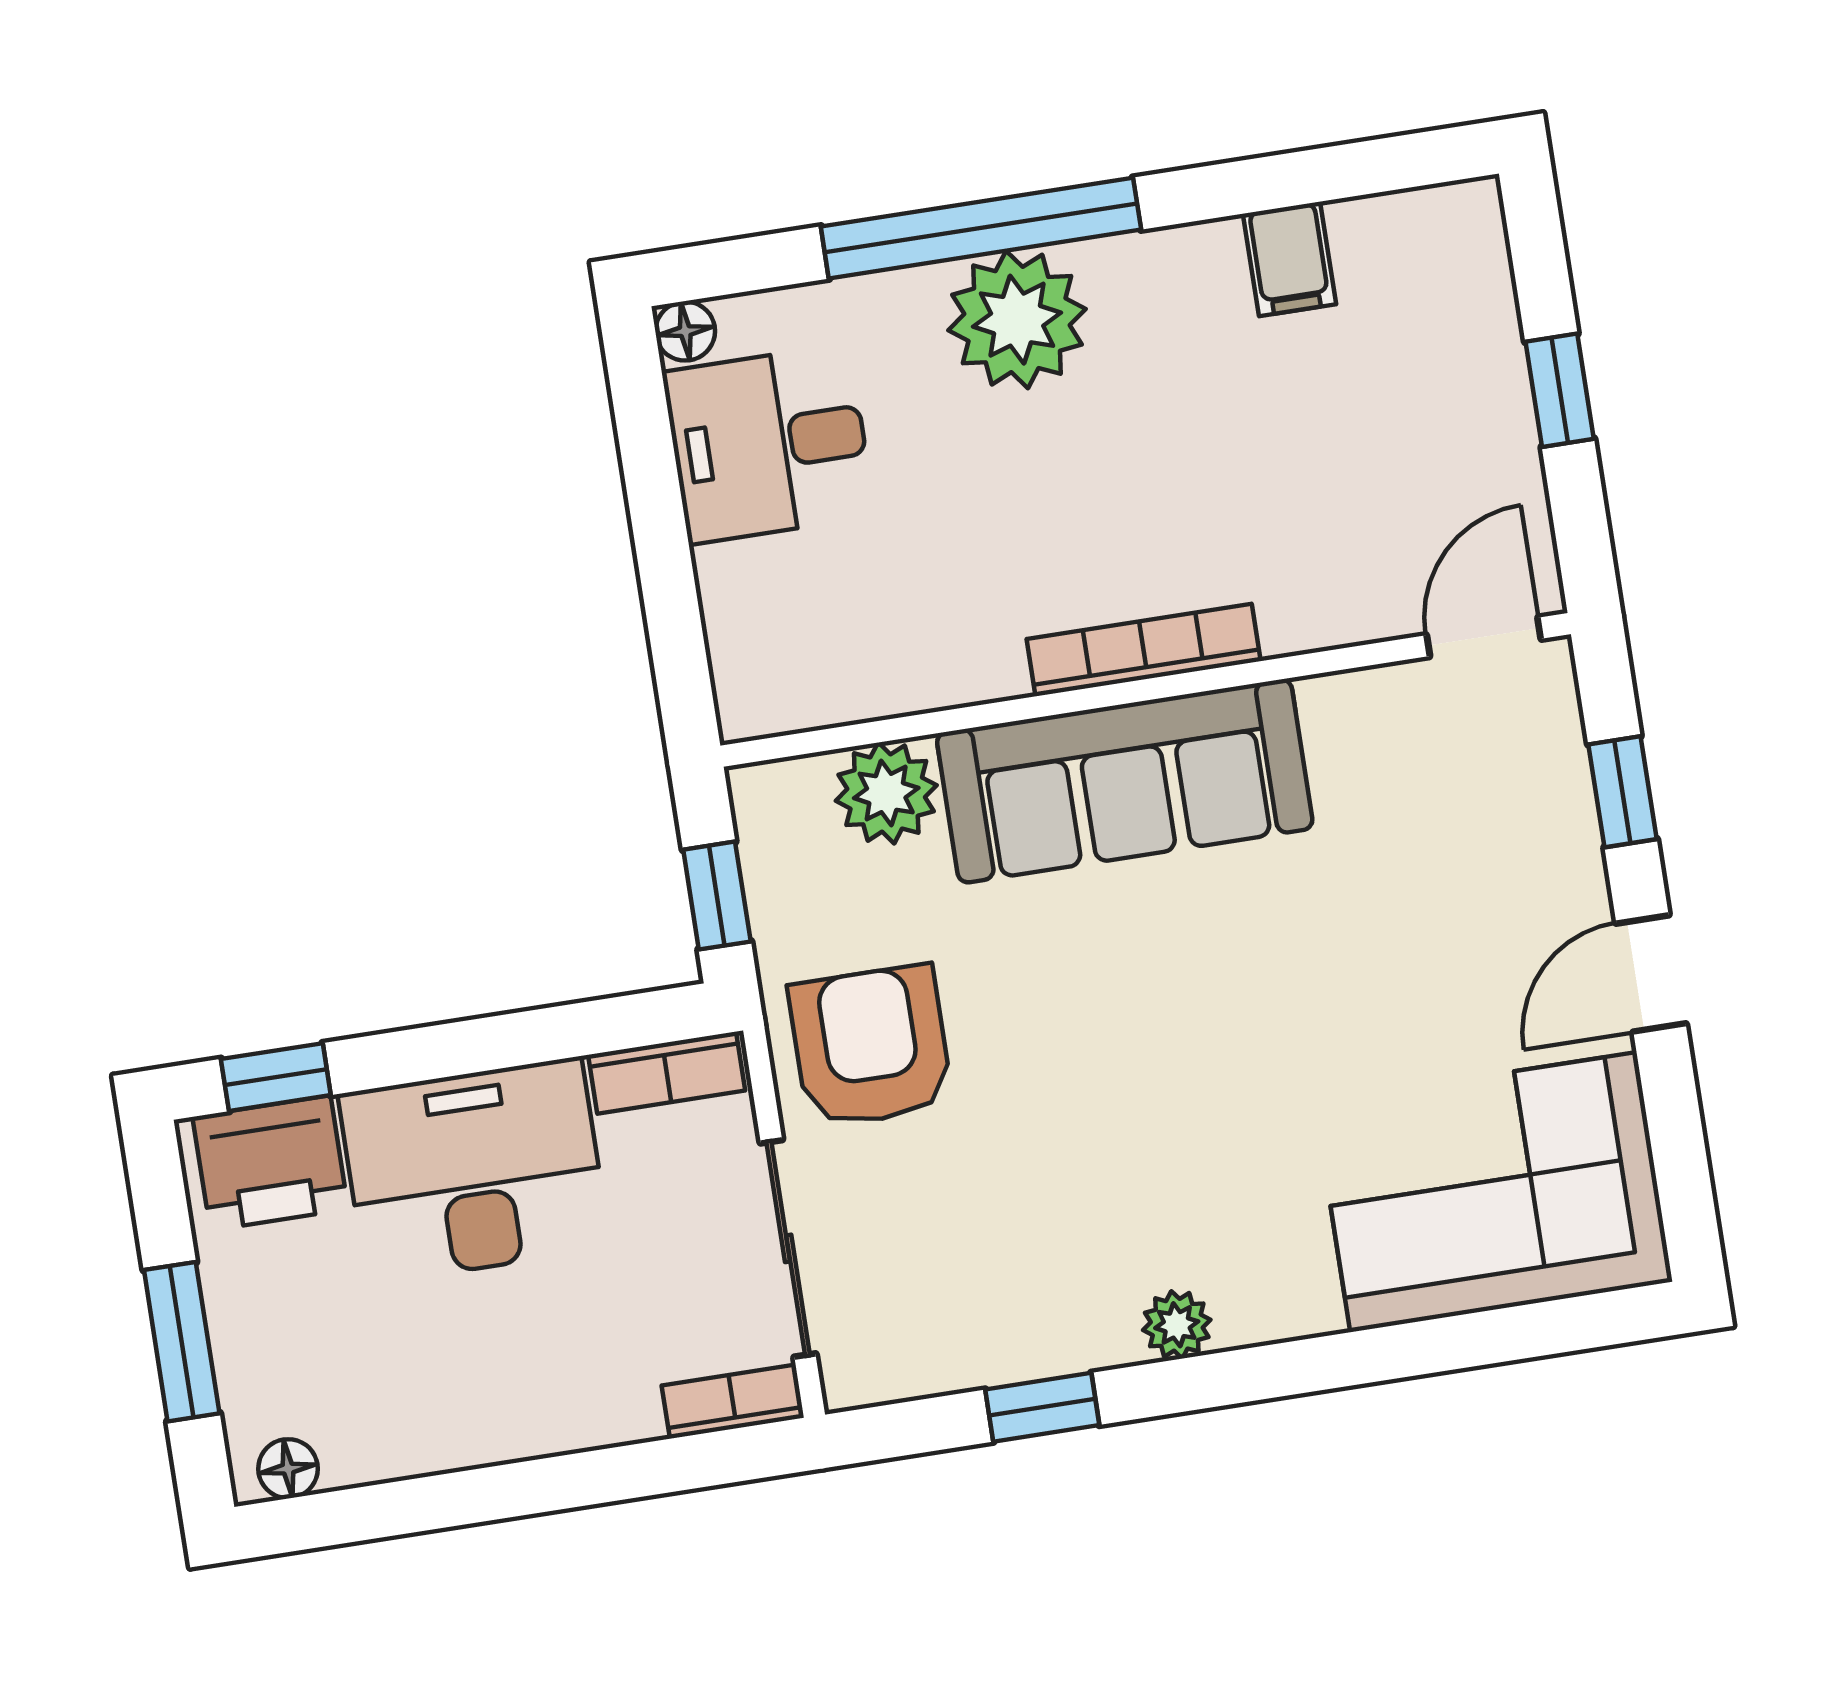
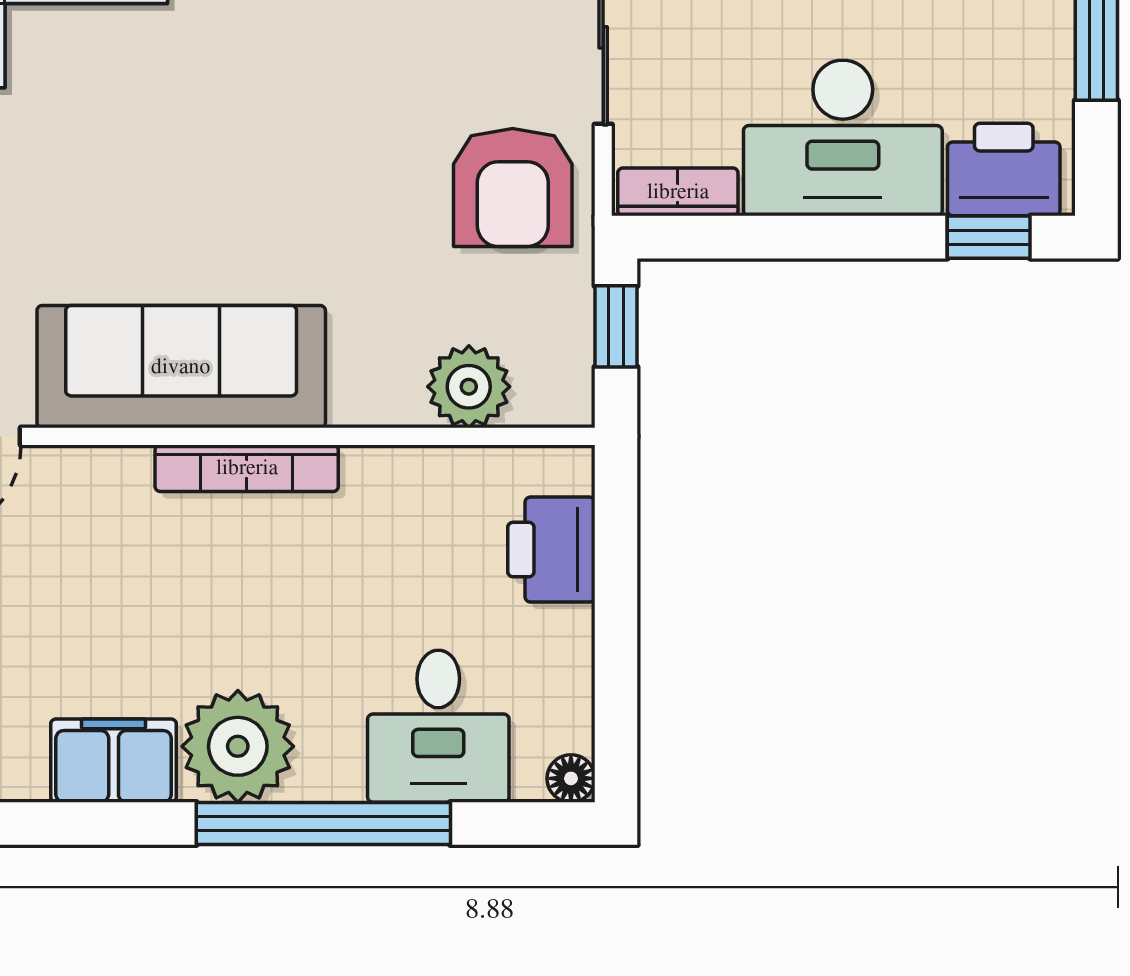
filing cabinet: (1290, 259) -> (114, 761), width x2.00
plant: (1017, 320) -> (238, 746), moved
desk: (769, 444) -> (438, 726), moved, turned 90
printer: (753, 609) -> (551, 550), added
sofa: (1125, 781) -> (181, 367), moved

